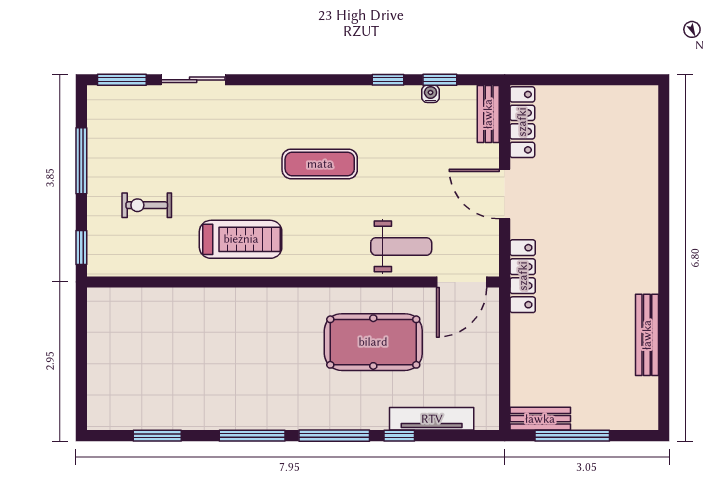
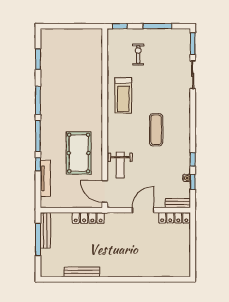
locker: (523, 276) -> (88, 218), moved
bench: (540, 419) -> (45, 230), width x1.36

